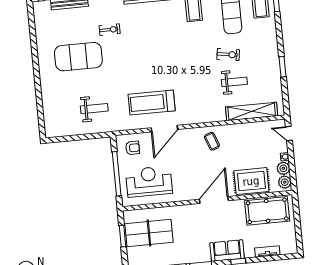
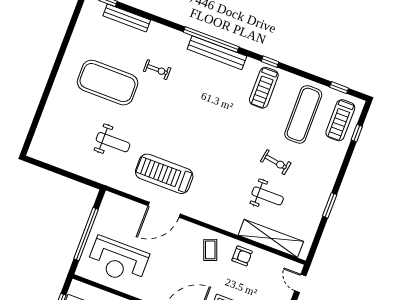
weight bench: (94, 109) -> (113, 142), moved
armchair: (132, 148) -> (242, 256), moved
reception desk: (149, 182) -> (118, 260), turned 180

